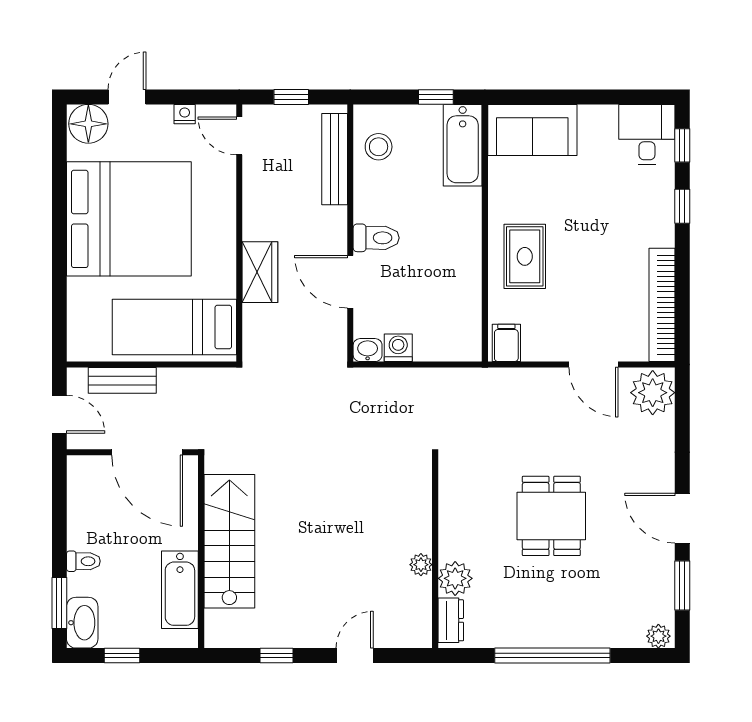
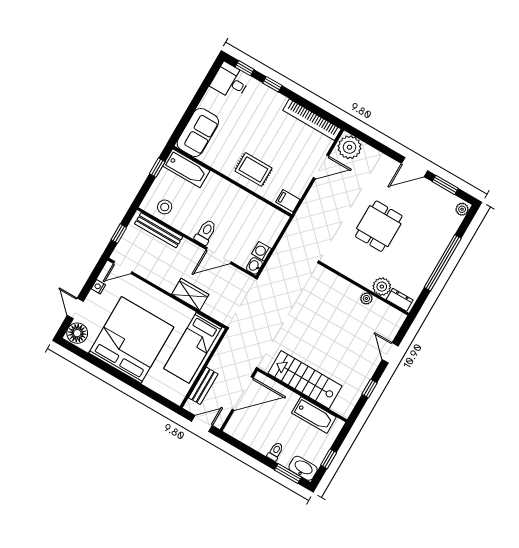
dining table: (551, 516) -> (379, 226), turned 90

